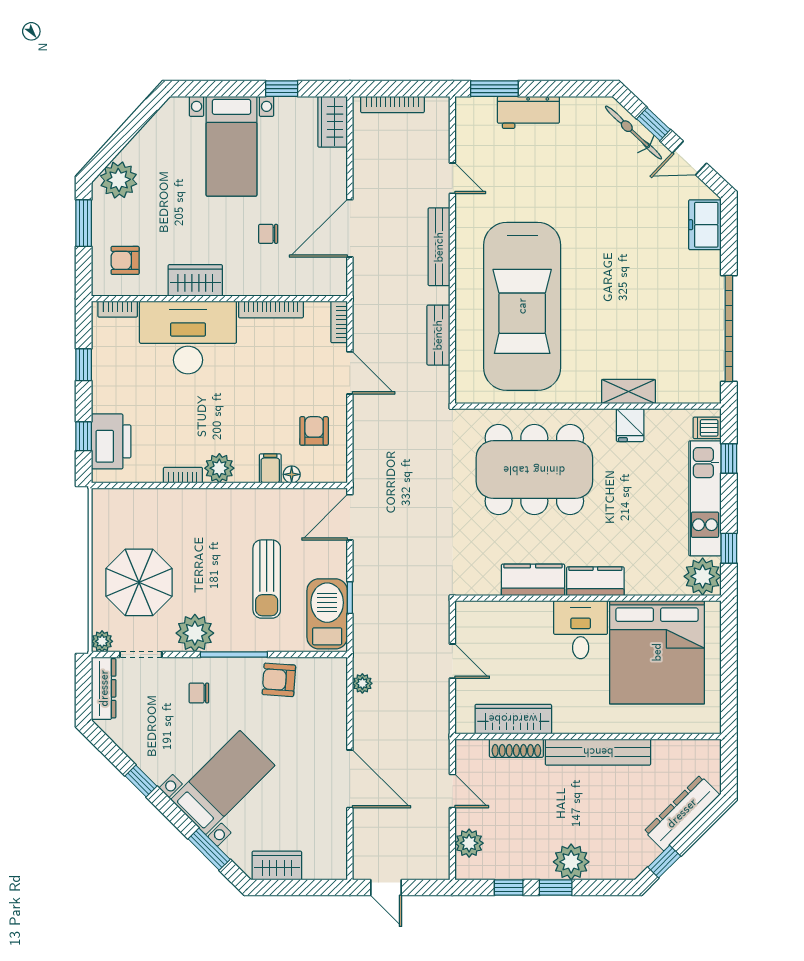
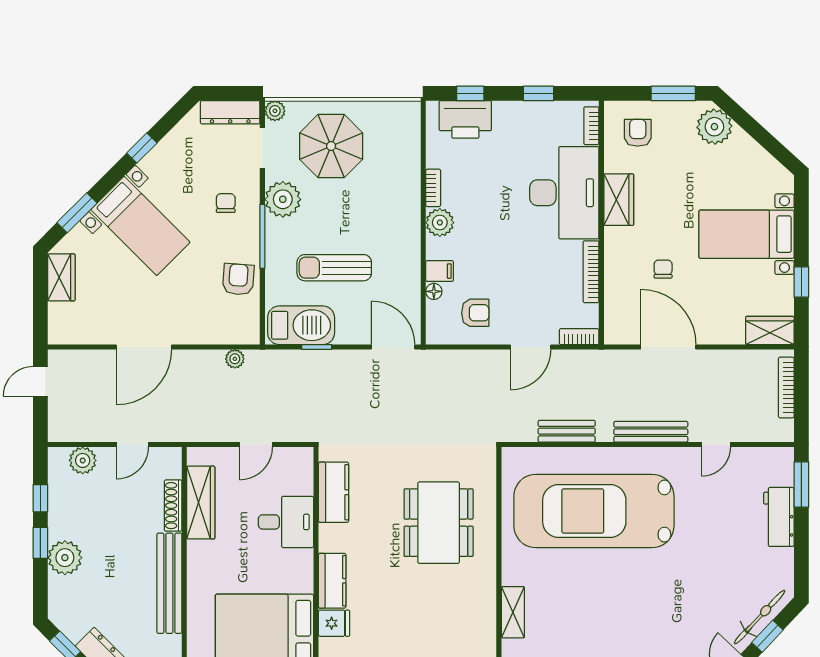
fridge: (630, 425) -> (334, 623), moved, turned 180
dining table: (534, 470) -> (439, 523), width x0.73, depth x0.80
kitchen counter: (533, 580) -> (333, 492), moved
desk: (581, 630) -> (286, 522), moved

